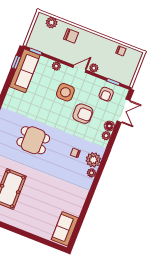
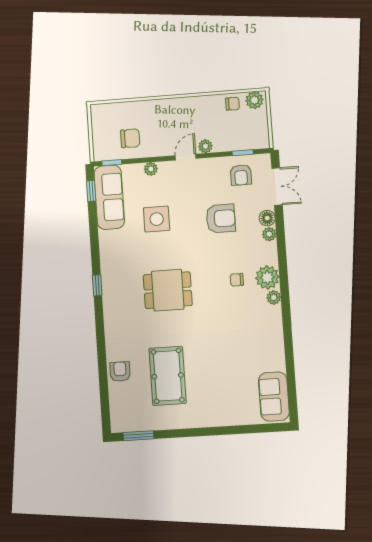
plant: (52, 23) -> (254, 100), moved
chair: (71, 36) -> (130, 138), moved
side table: (65, 92) -> (157, 219), moved

